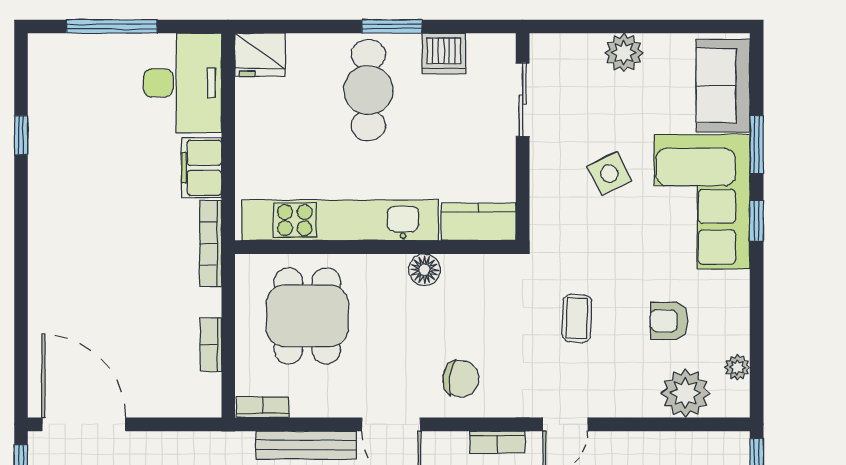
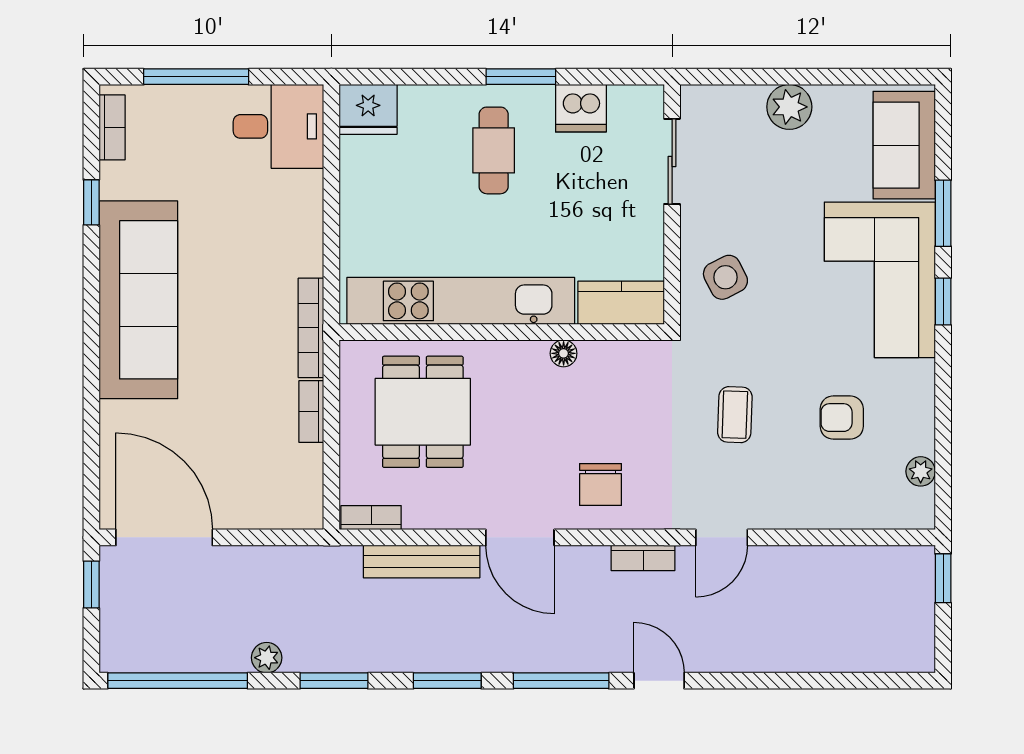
bookcase: (39, 70) -> (112, 127), added
desk: (183, 83) -> (278, 126), width x0.73
cafe table: (368, 90) -> (494, 150), width x0.73, depth x0.74
filing cabinet: (202, 168) -> (300, 240), removed
side table: (609, 174) -> (725, 277), moved
sofa: (62, 219) -> (138, 300), added
floor lamp: (424, 270) -> (564, 353), width x0.73, depth x0.73
bookcase: (211, 345) -> (311, 412), moved
chair: (461, 379) -> (601, 485), turned 81
plant: (685, 393) -> (861, 501), removed

